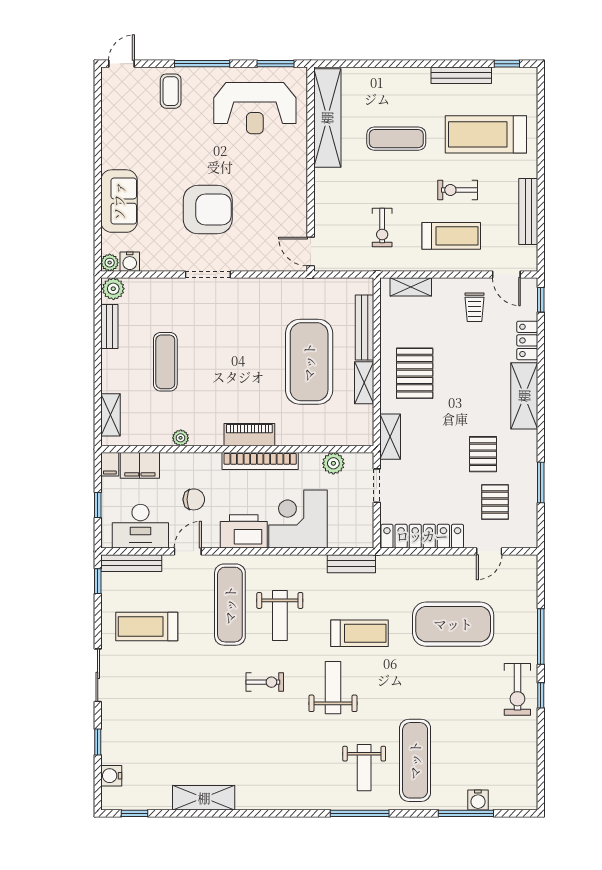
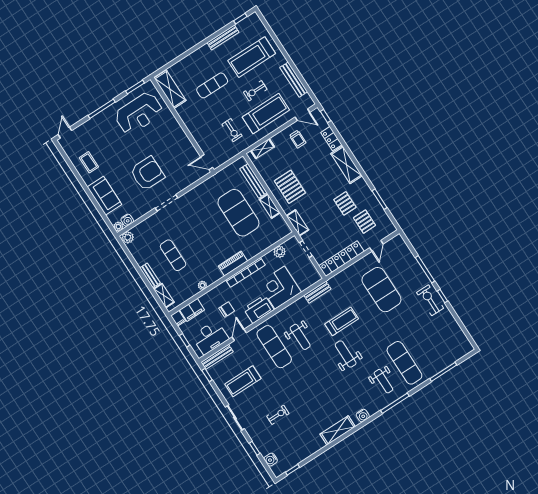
coffee table: (171, 91) -> (89, 162), moved
shelving: (327, 118) -> (170, 89), width x0.68
treadmill: (451, 236) -> (266, 114), width x1.37, depth x1.37
bench: (109, 326) -> (150, 275), moved
exercise mat: (453, 624) -> (381, 290), turned 90
exercise bike: (265, 682) -> (278, 415), moved
exercise bike: (517, 689) -> (430, 300), turned 180
shelving: (204, 798) -> (338, 430), moved
water cooler: (478, 800) -> (363, 416), moved

